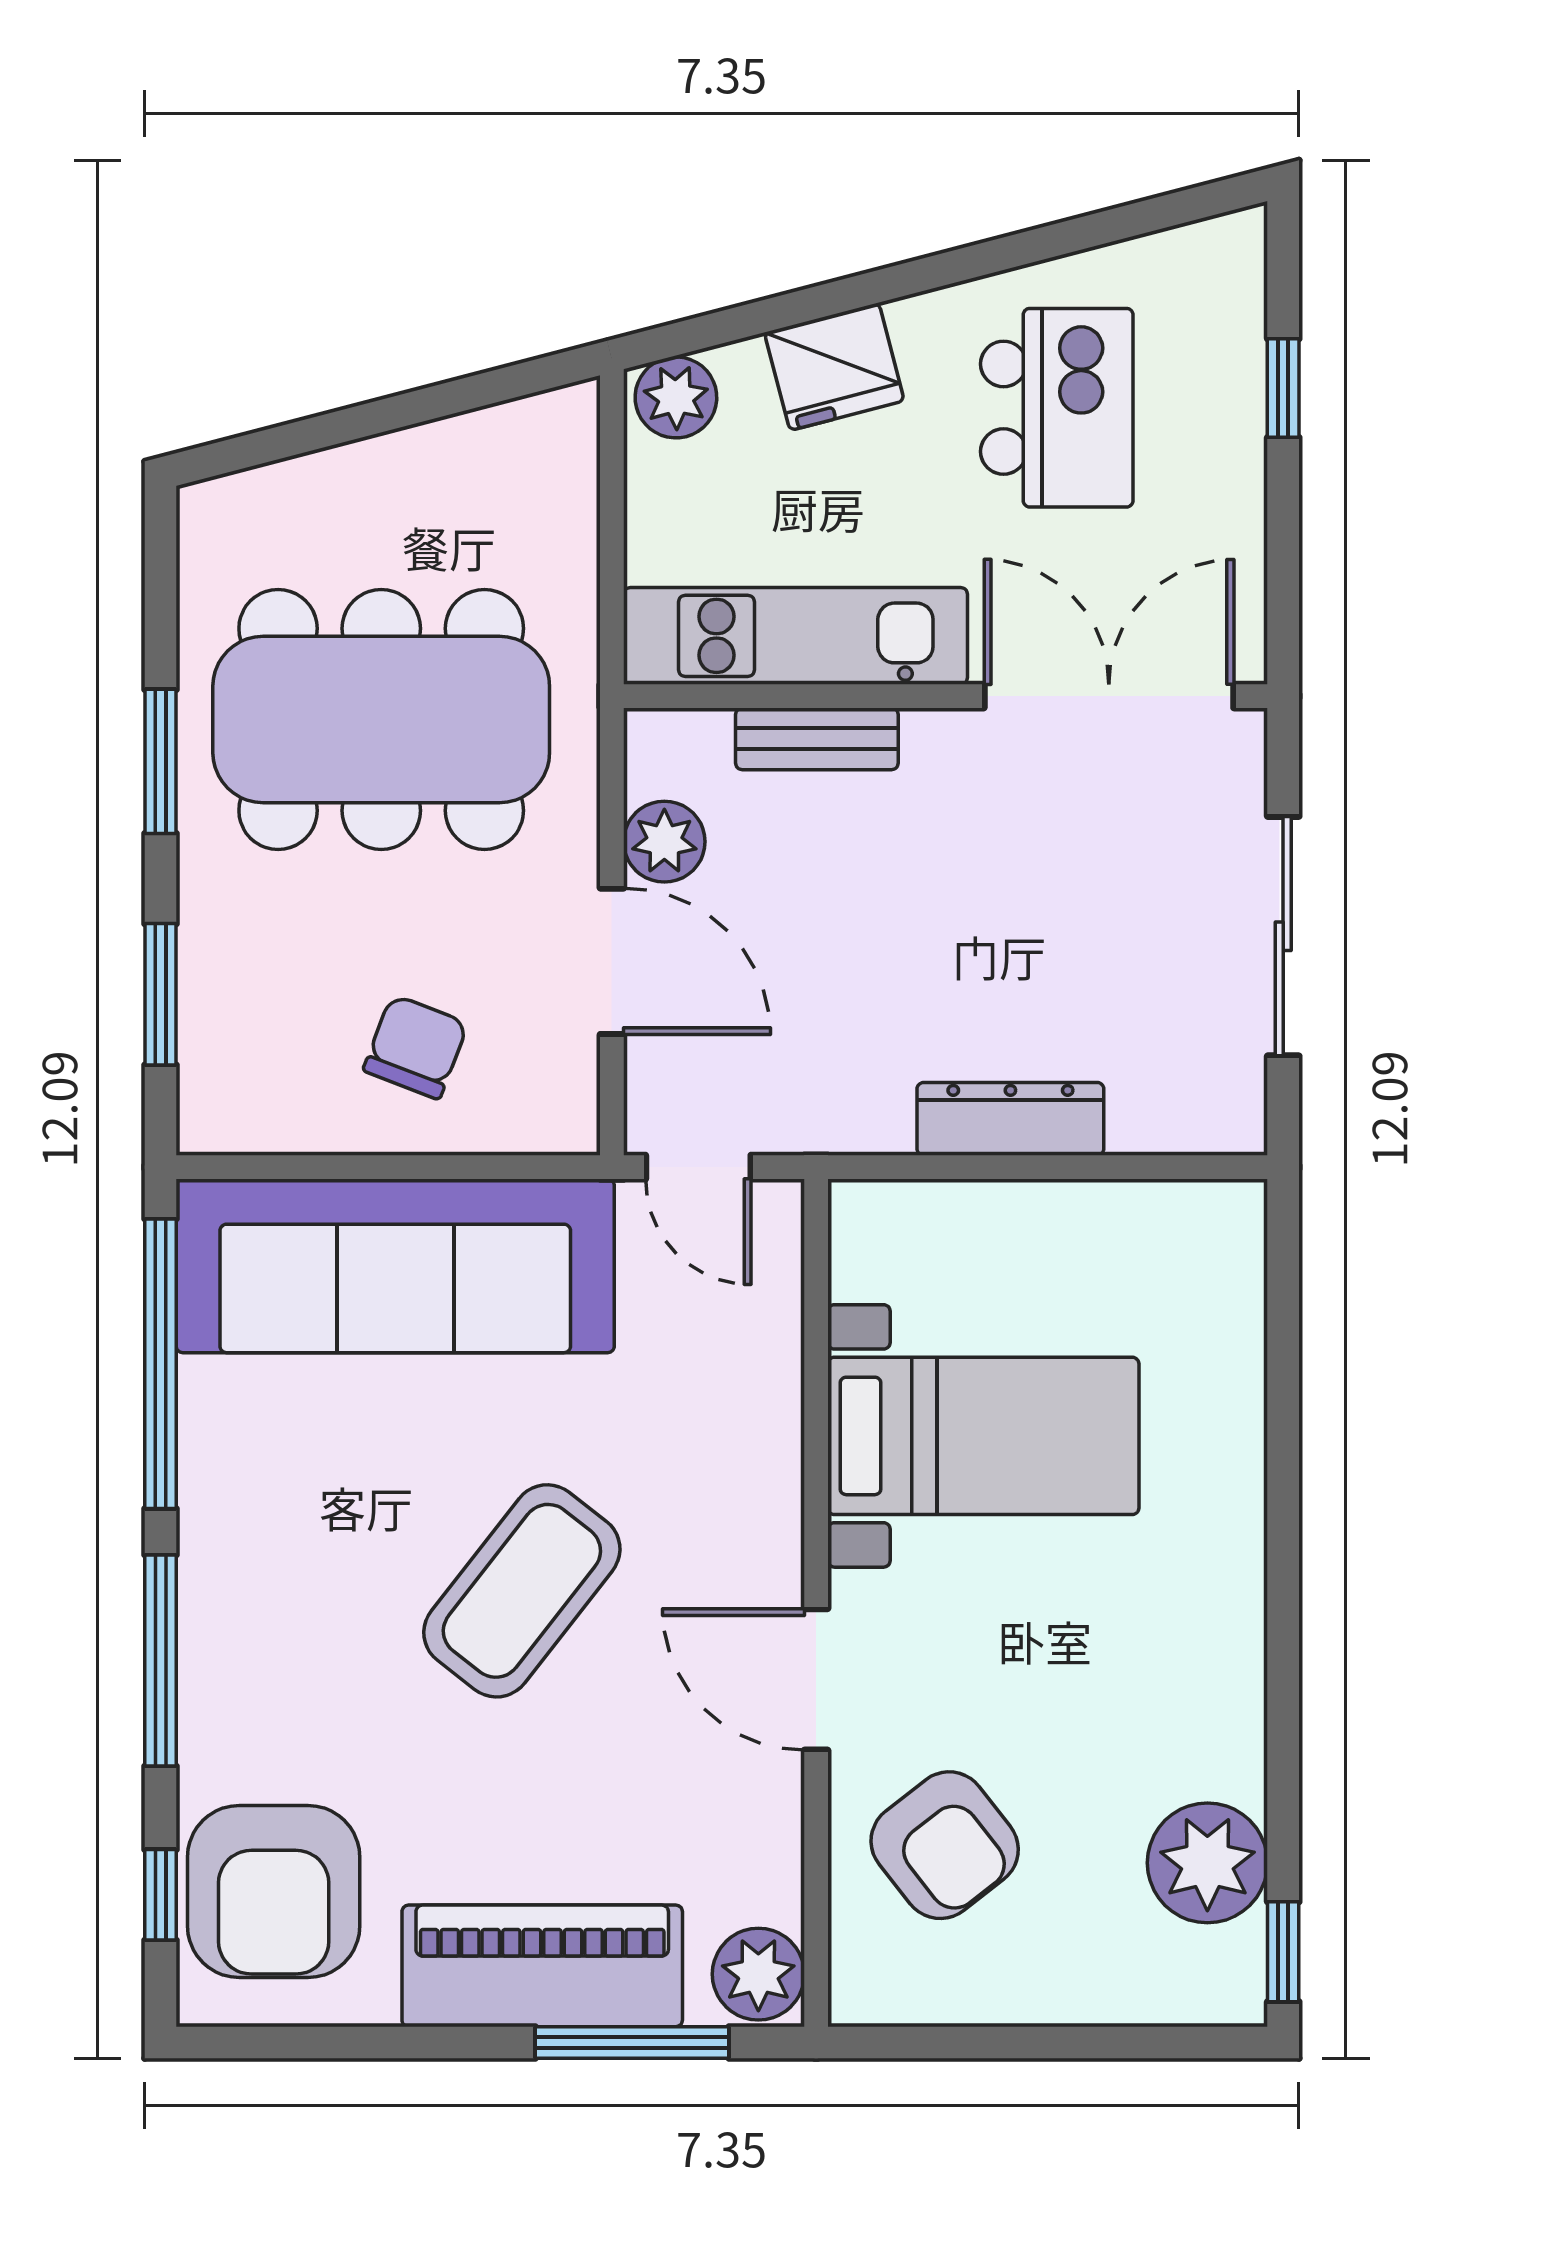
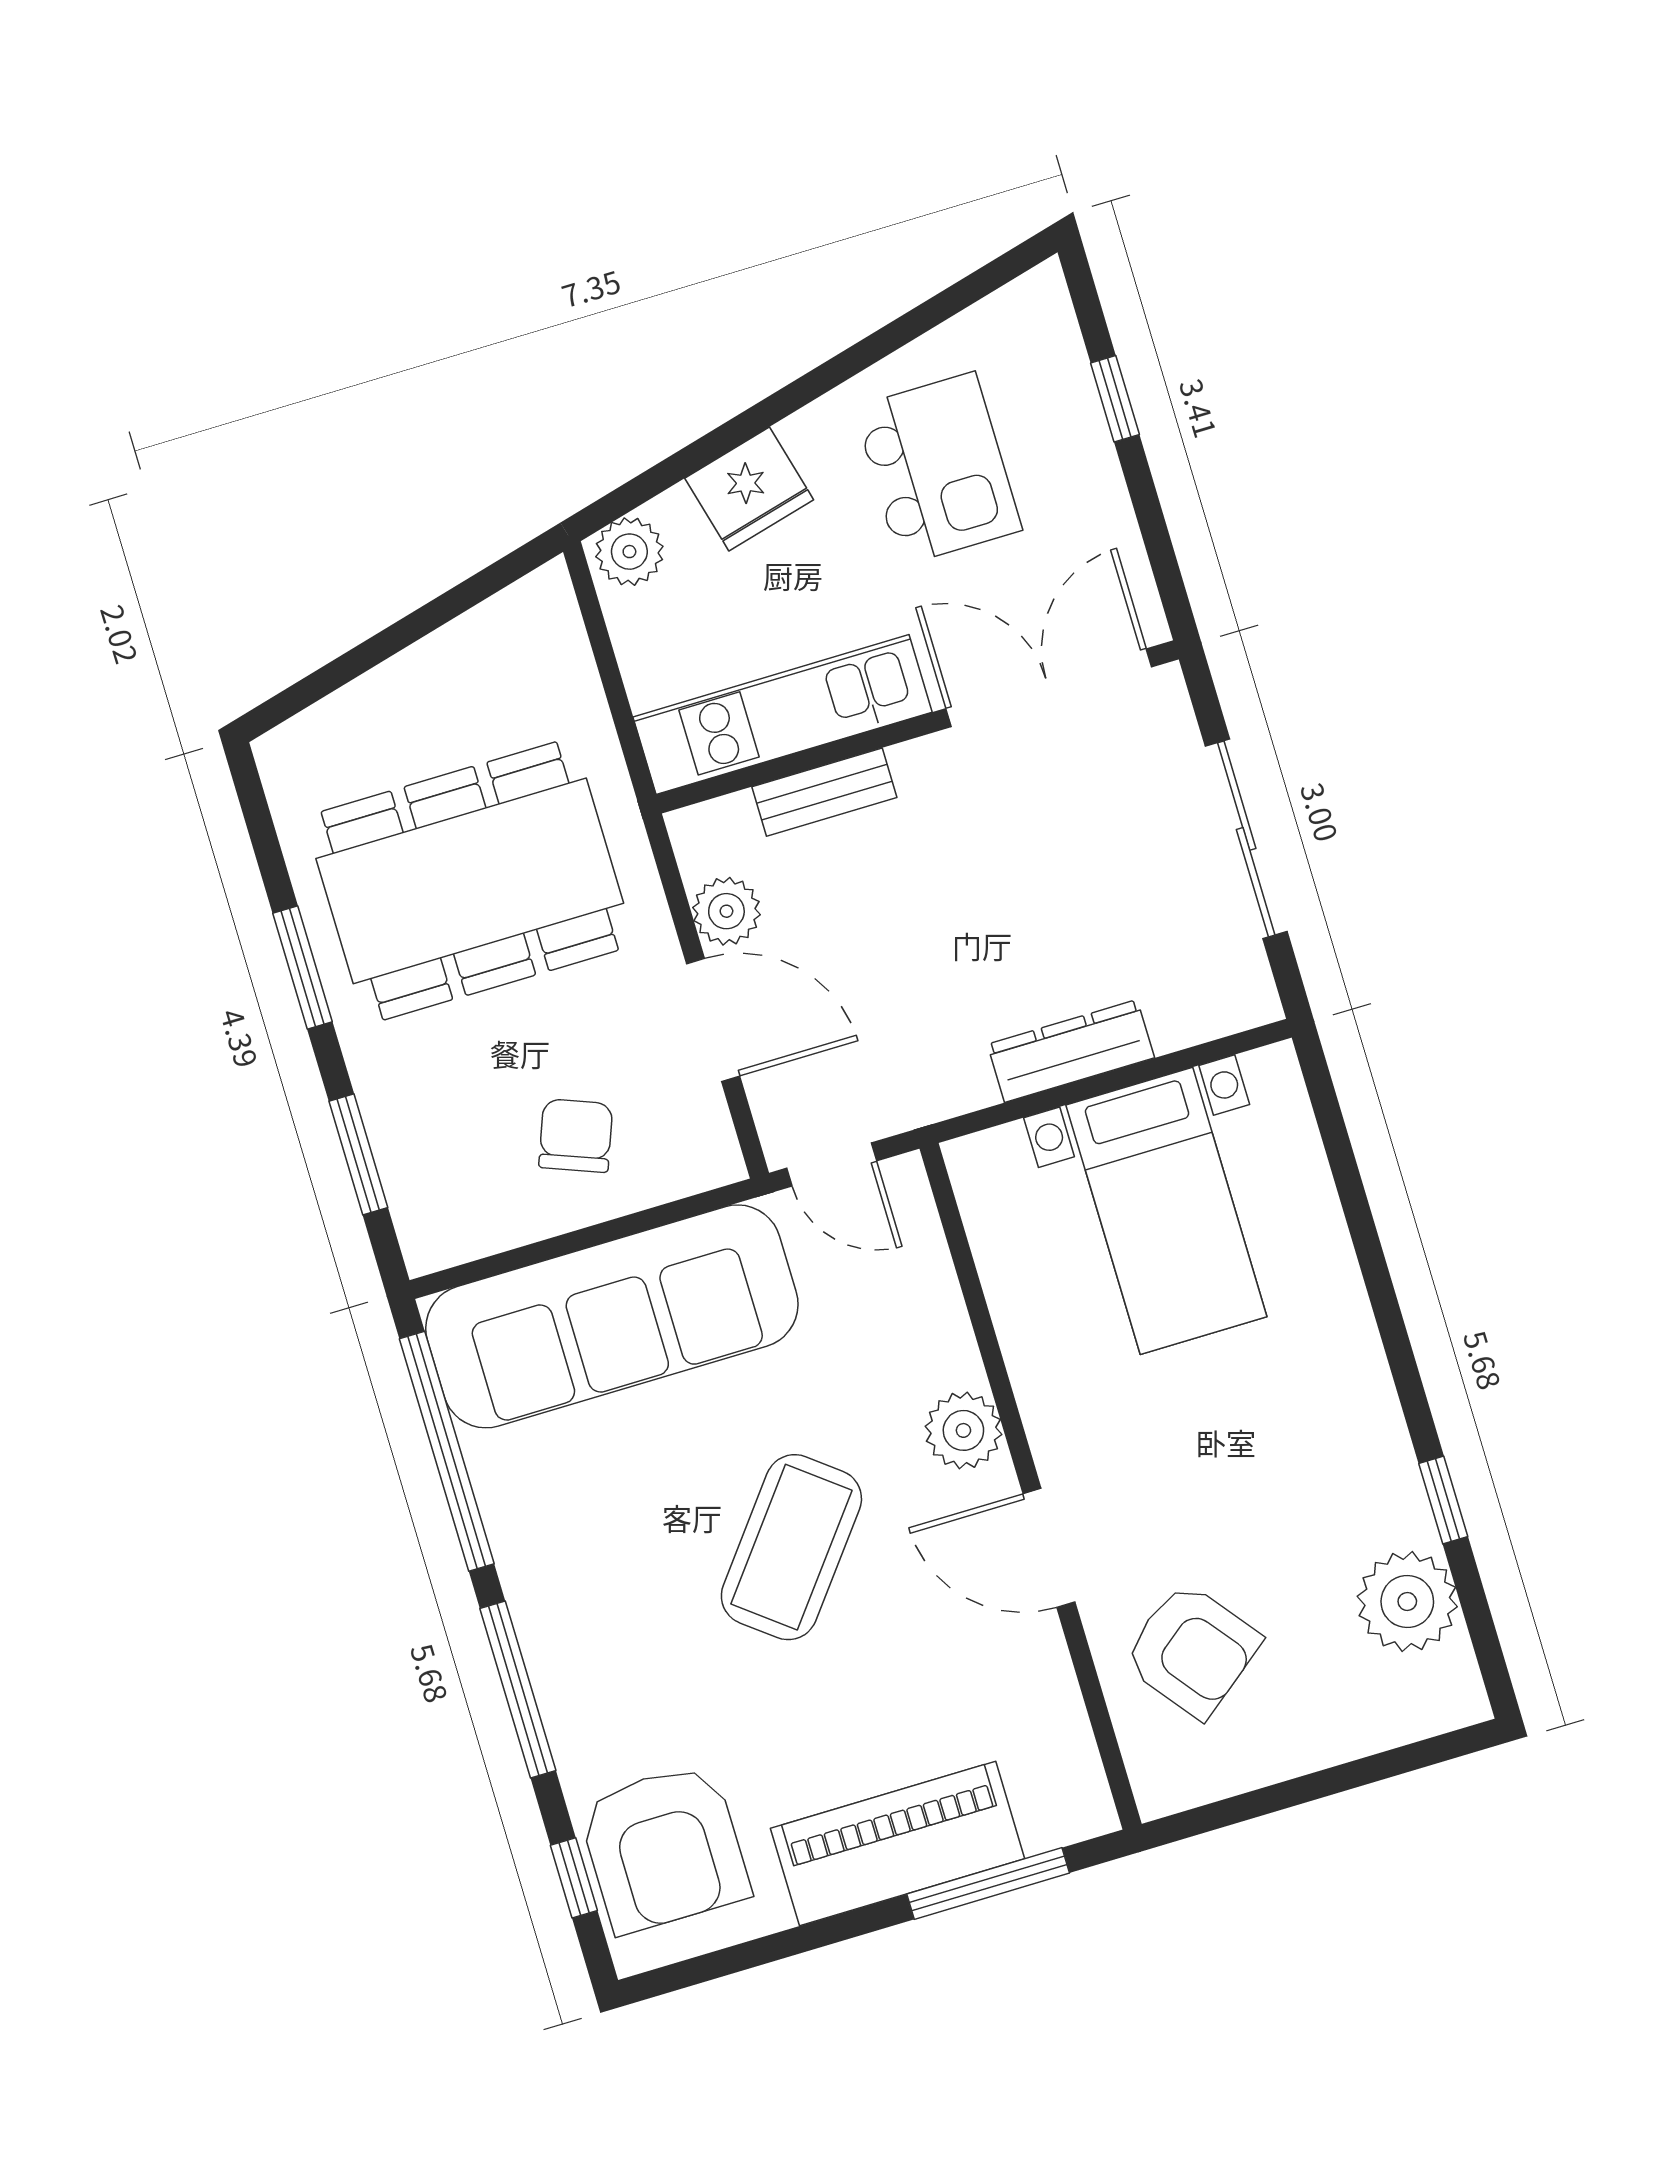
bed with nightstands: (983, 1436) -> (1166, 1211), moved, turned 90
window: (1283, 1952) -> (1443, 1500), moved
plant: (758, 1974) -> (963, 1430), moved

